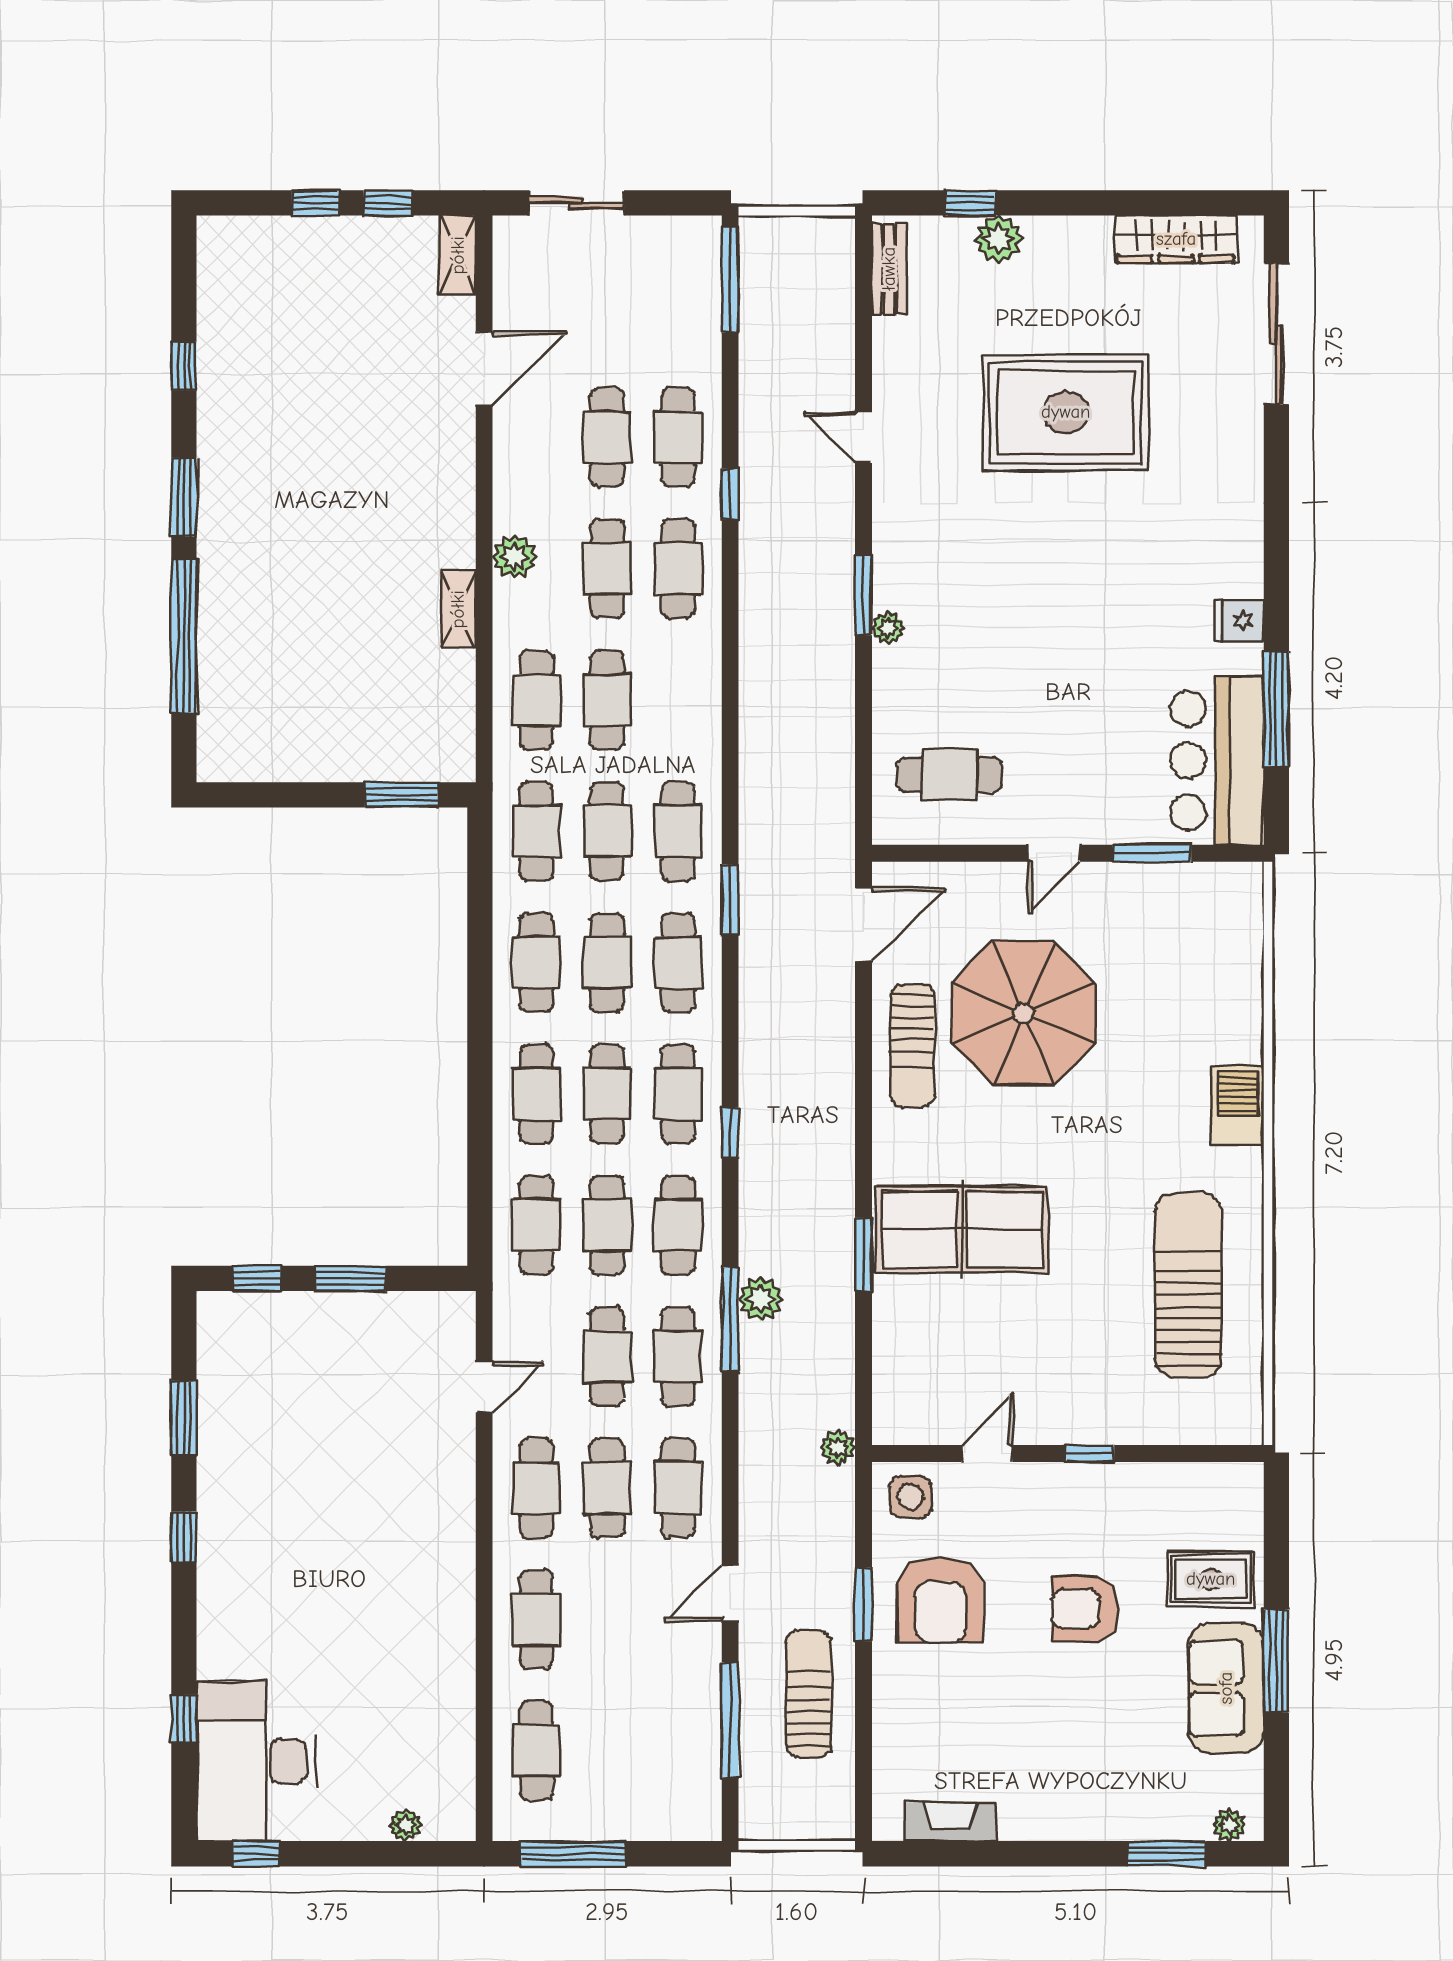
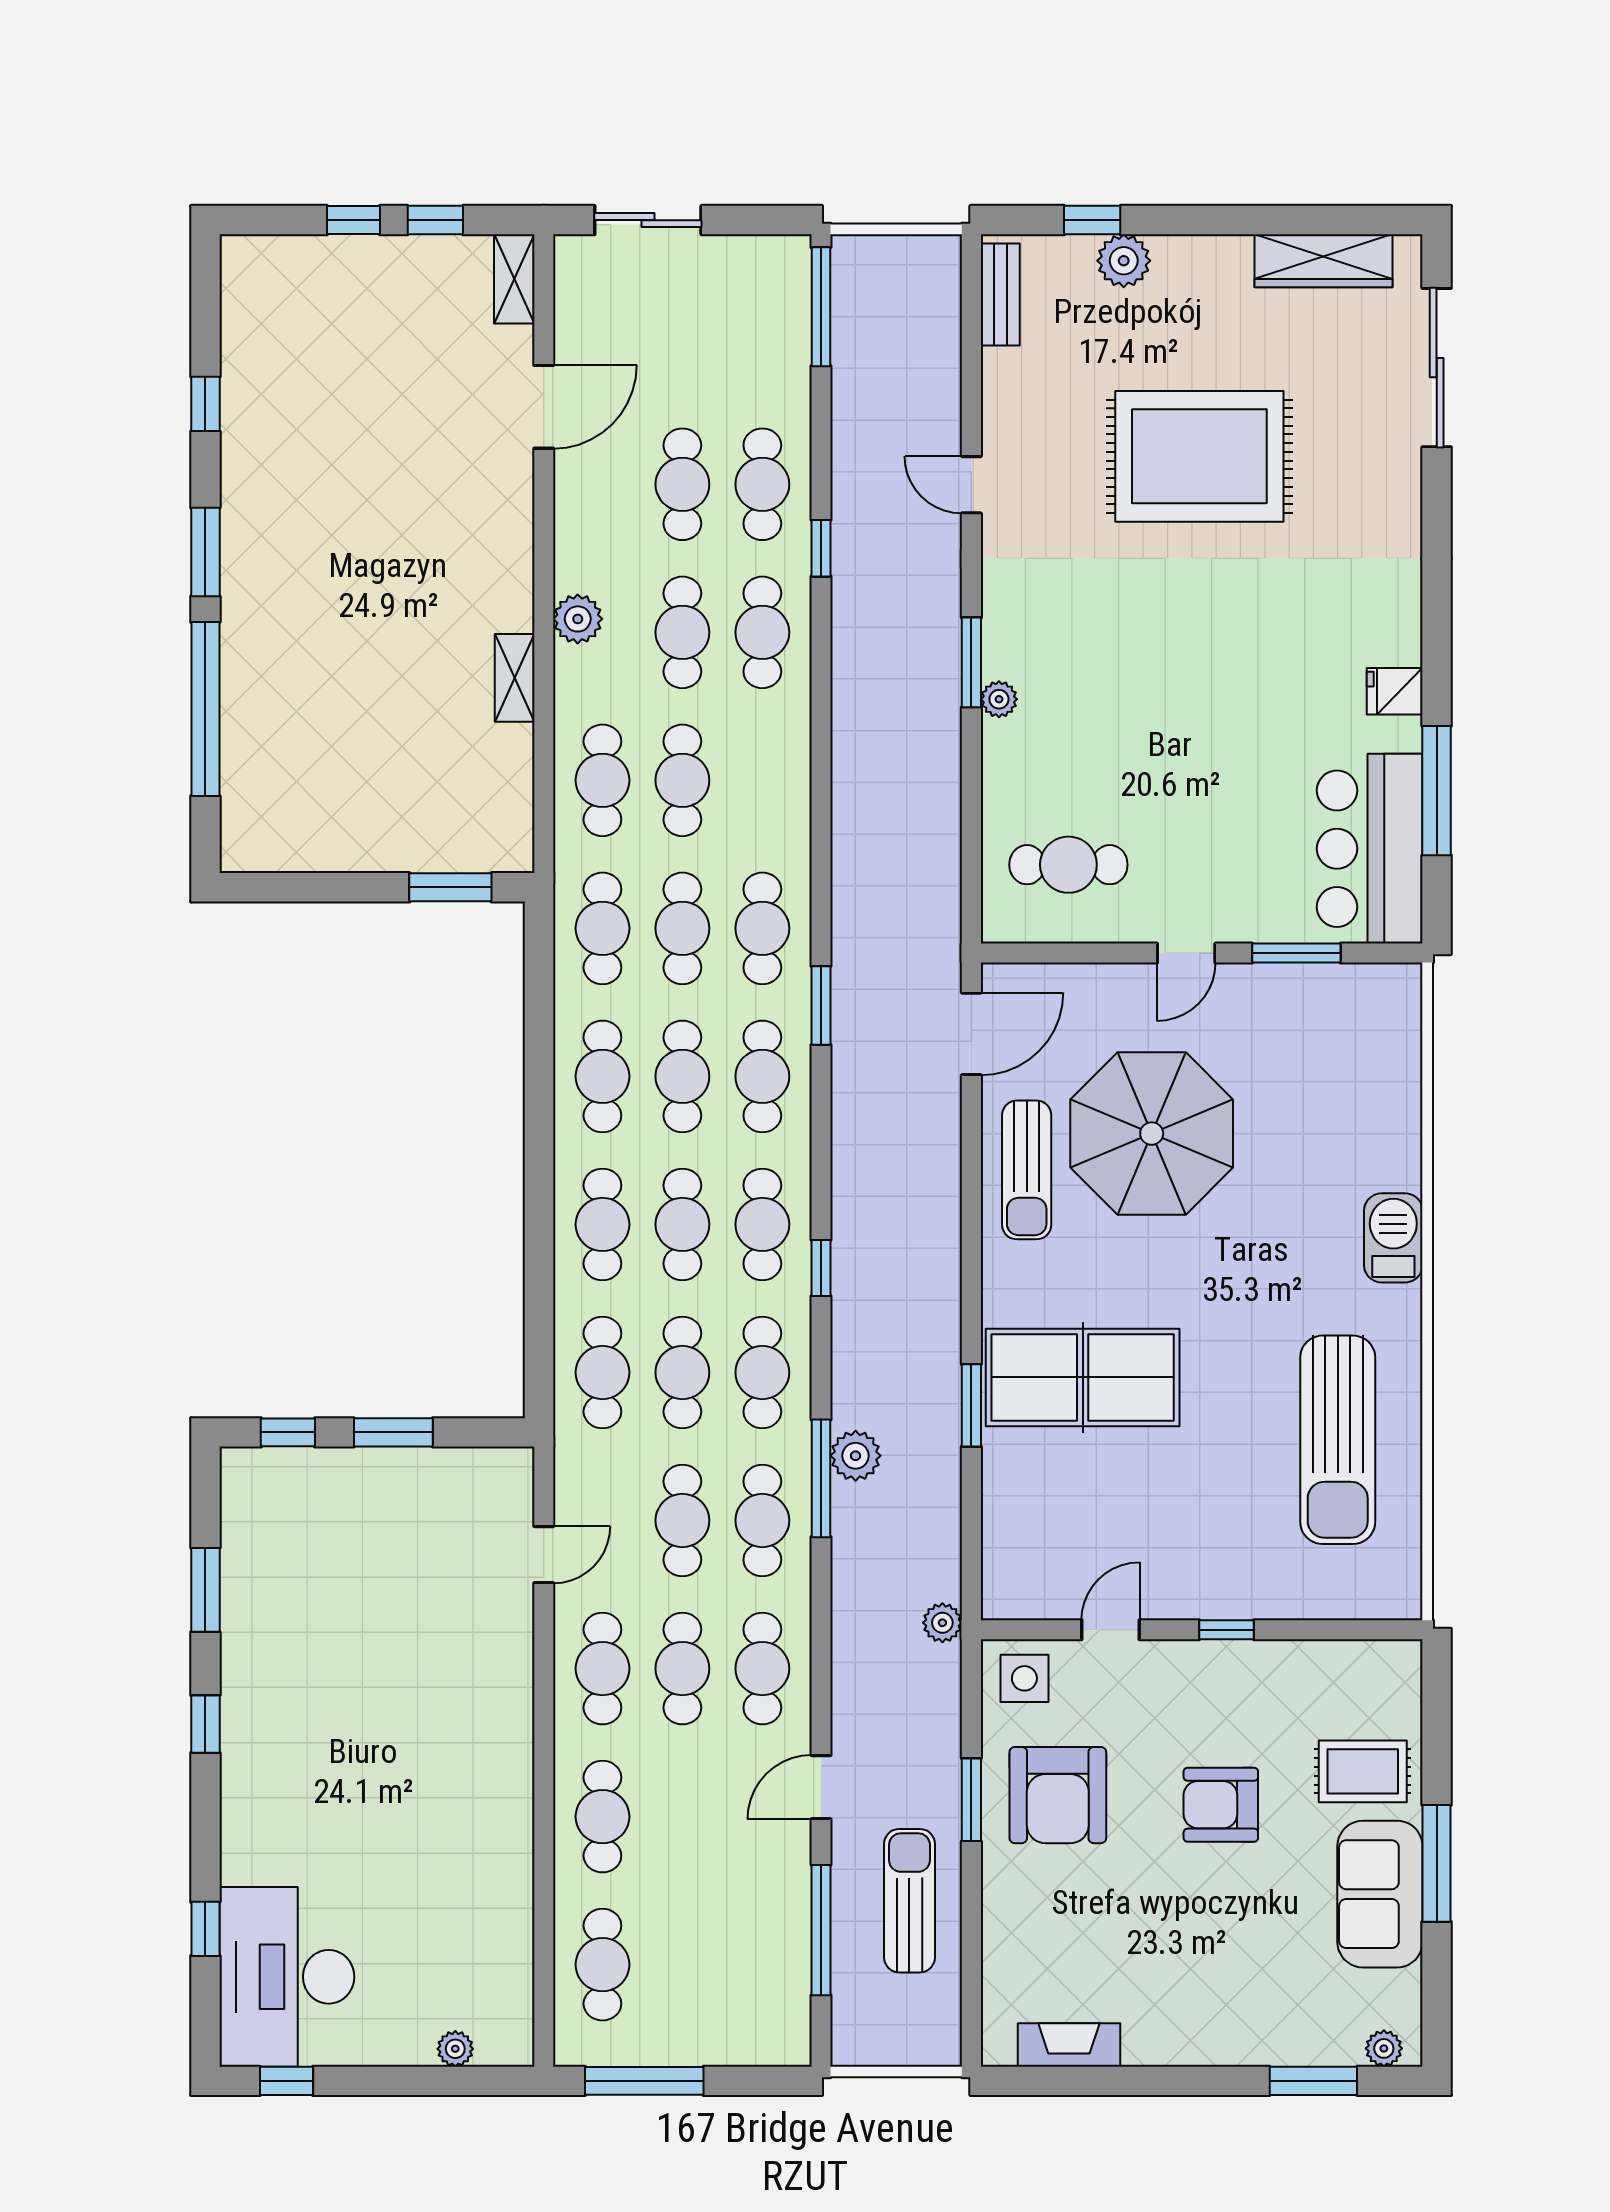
sun lounger: (1189, 1285) -> (1338, 1440), turned 180

